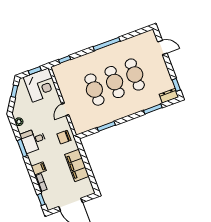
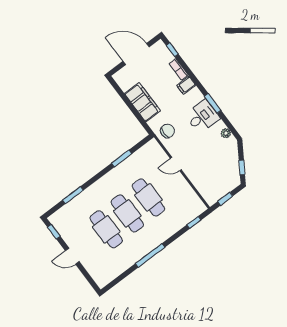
door: (162, 48) -> (72, 256), moved
corner desk: (41, 85) -> (213, 184), removed
dresser: (169, 96) -> (59, 216), removed
door: (65, 109) -> (176, 164), swing flipped

